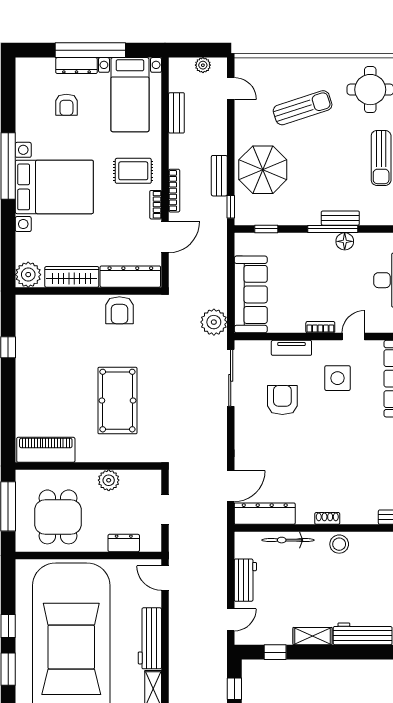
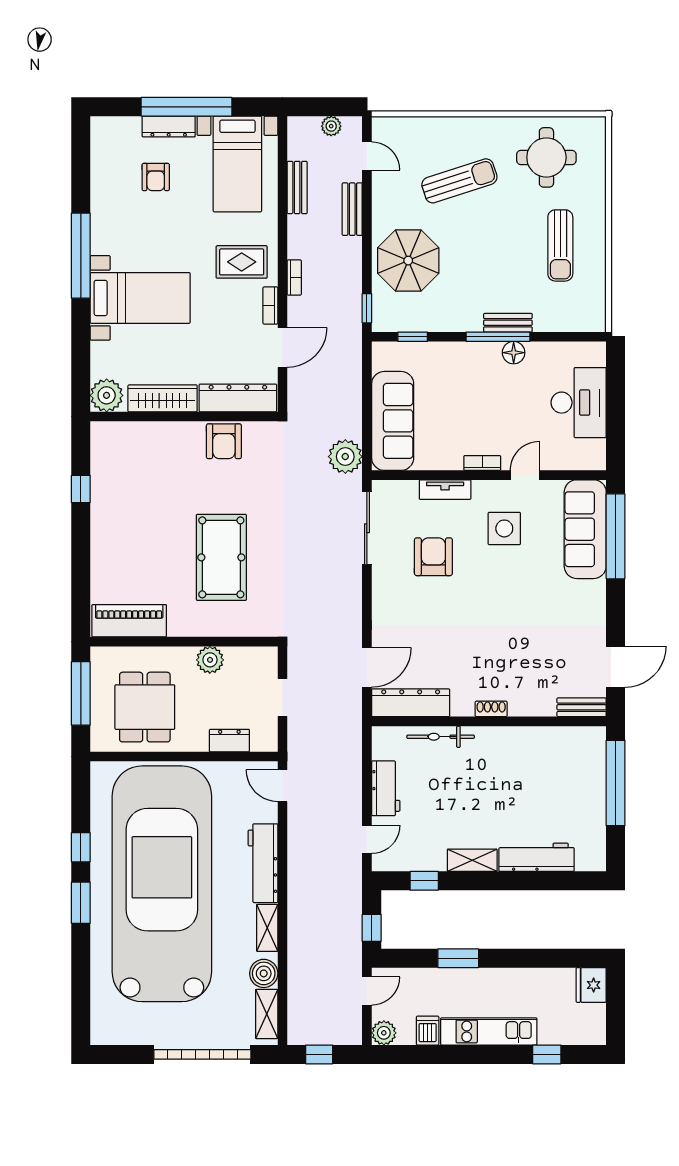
bench: (219, 176) -> (352, 209), moved
bed with nightstands: (54, 187) -> (140, 298), width x0.73
bookcase: (174, 191) -> (294, 277), width x0.64
stool: (339, 544) -> (506, 742), removed

